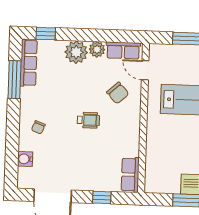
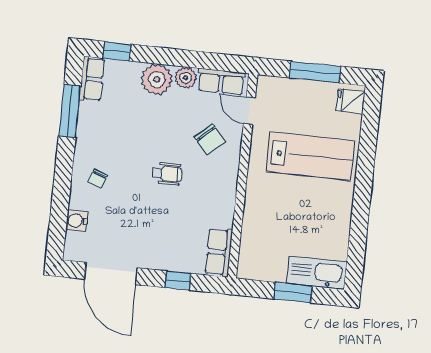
row of seats: (29, 63) -> (92, 79), width x0.68

